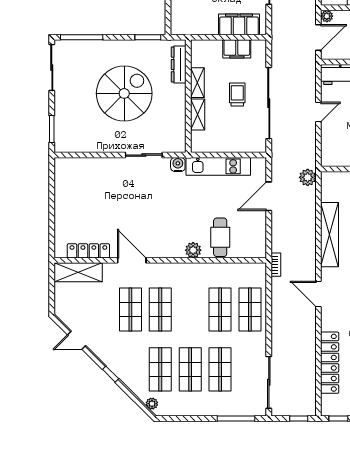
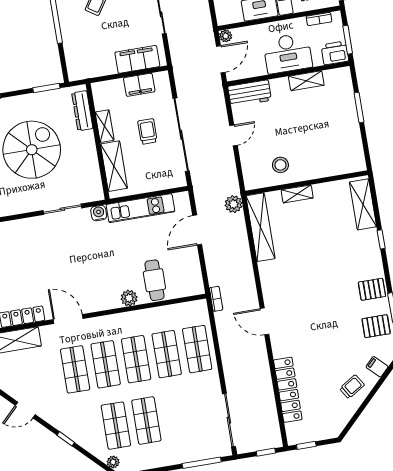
shelving: (198, 114) -> (114, 166), width x1.50, depth x1.33
shelving: (330, 235) -> (261, 227), moved
shop shelf: (220, 369) -> (136, 359), moved

